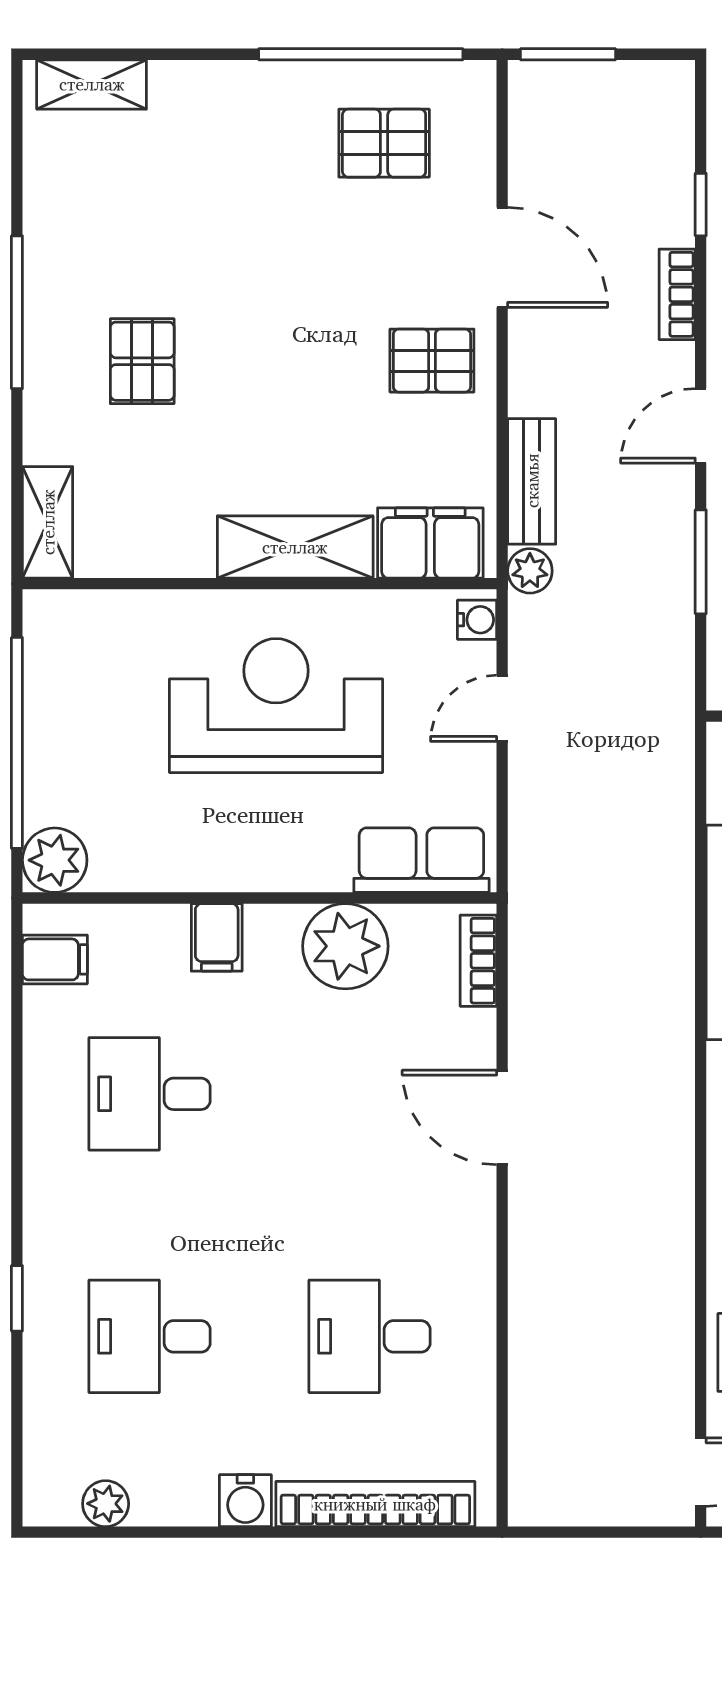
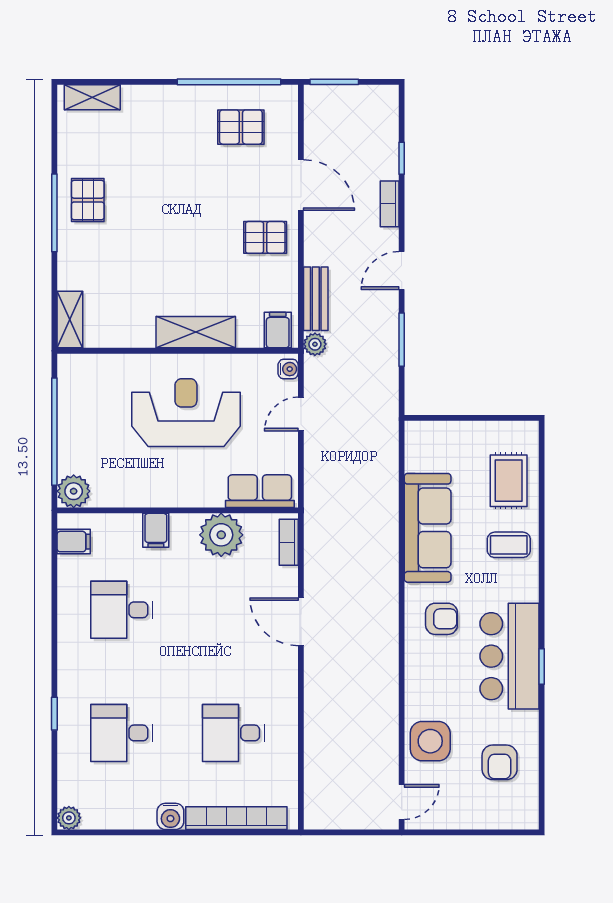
pallet: (142, 361) -> (88, 200), moved
filing cabinet: (430, 543) -> (278, 330), width x0.50
plant: (106, 1504) -> (69, 818), moved

